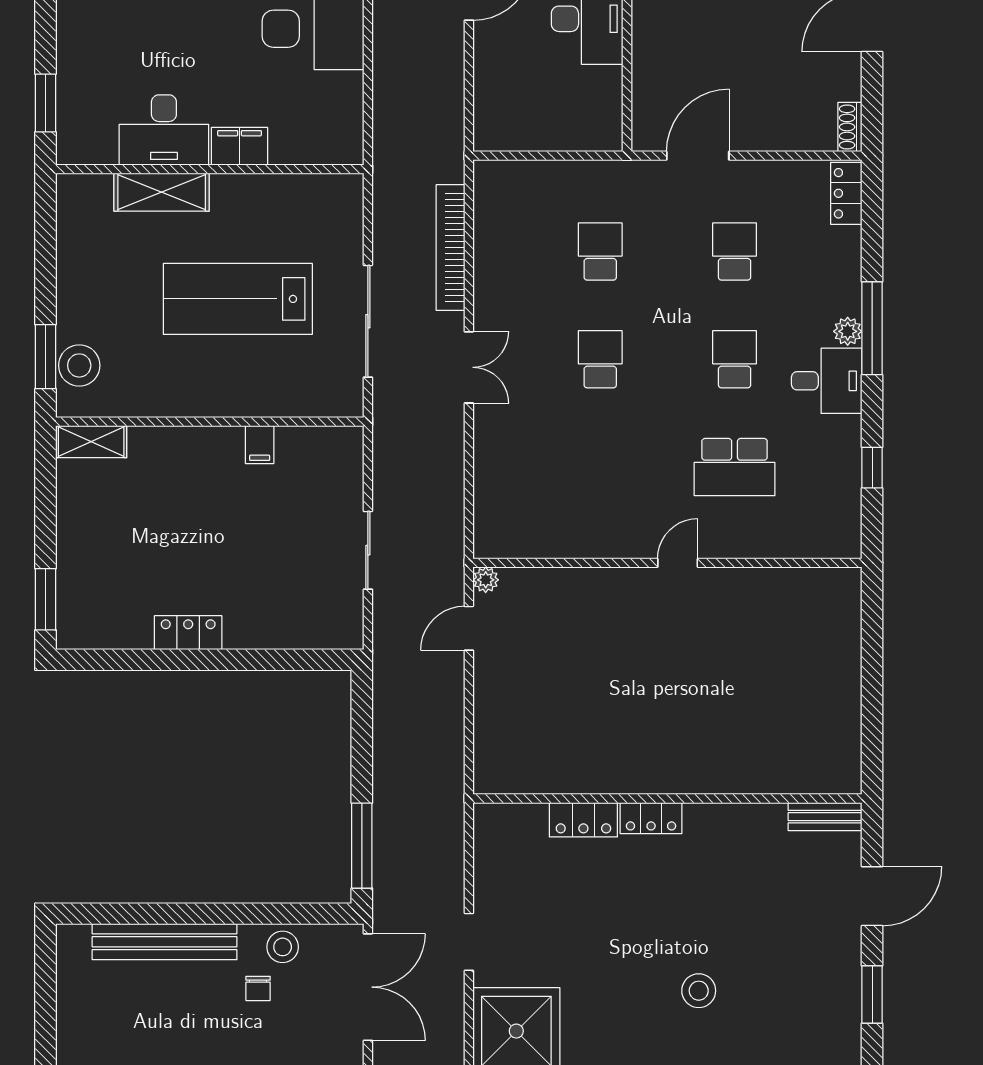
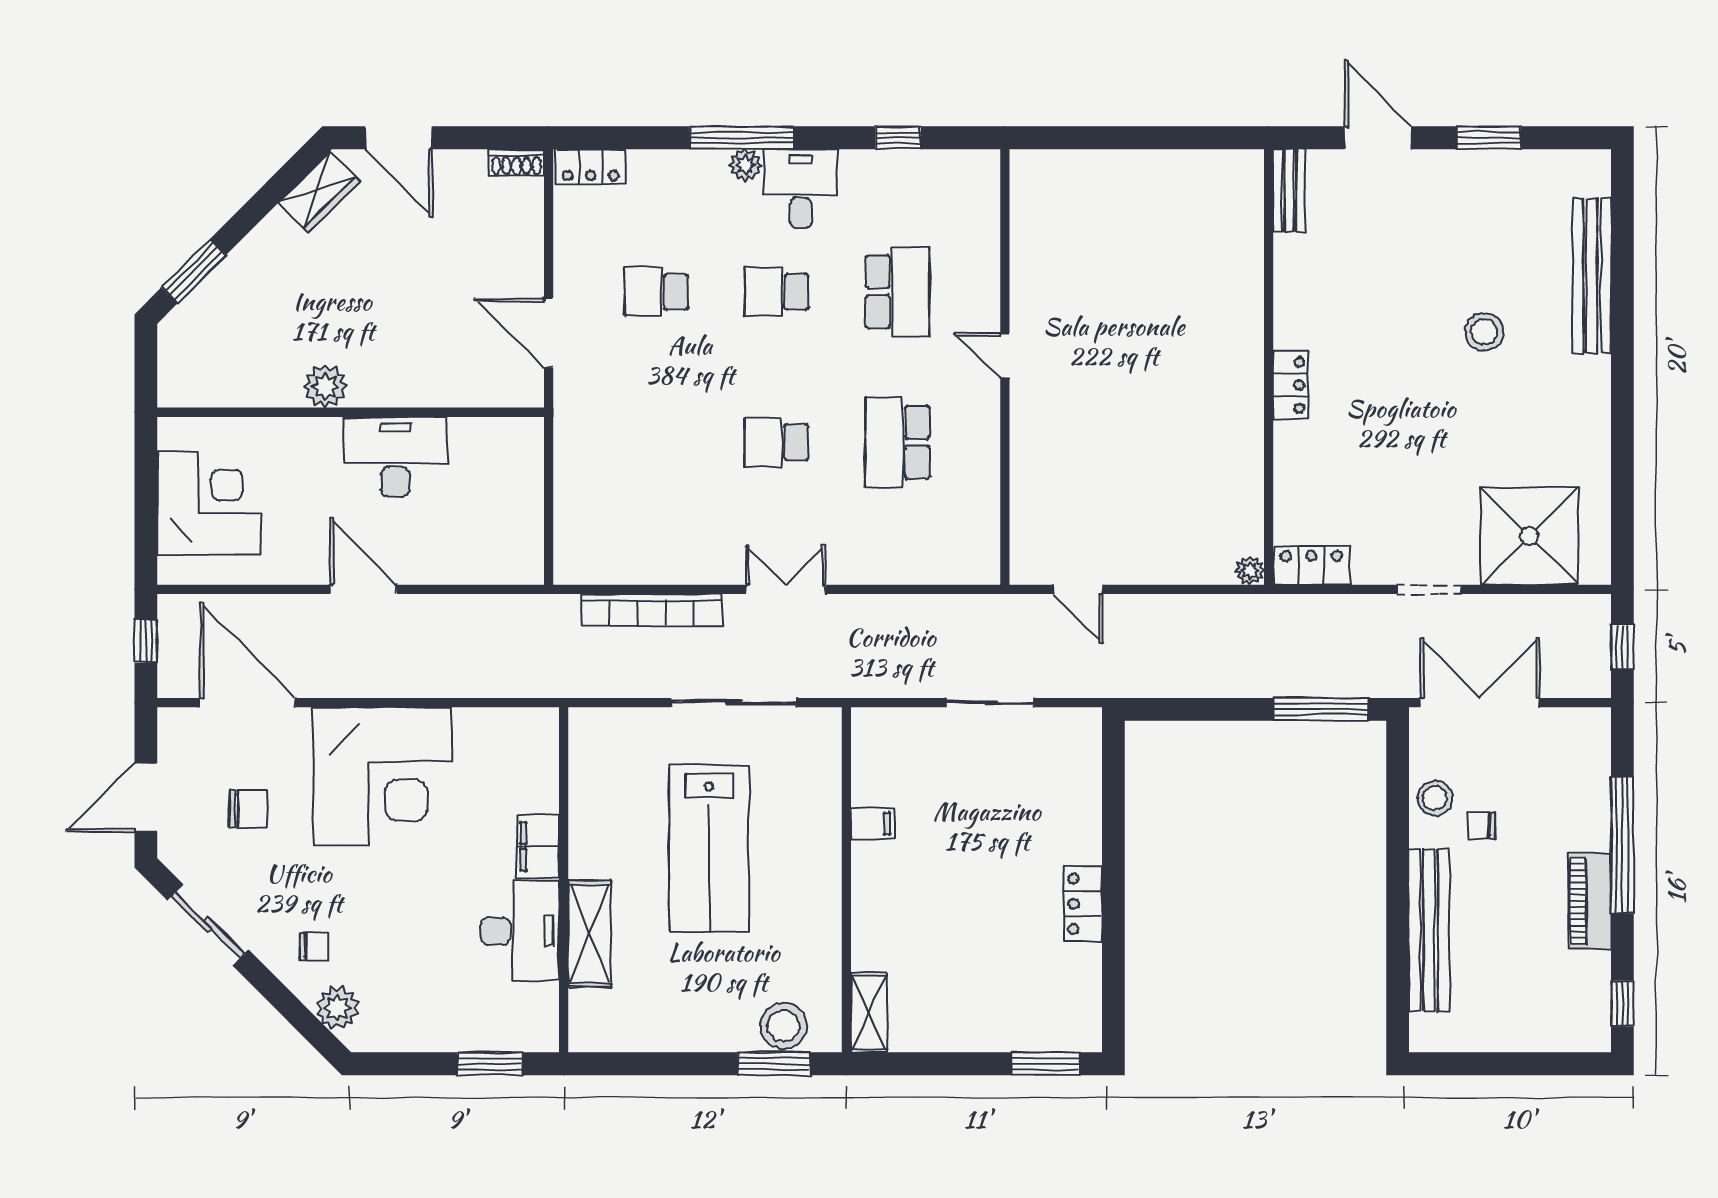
school desk: (600, 252) -> (897, 442), moved, width x1.85
plant: (486, 580) -> (1250, 571), moved
locker: (583, 820) -> (1311, 566), moved, turned -90
chair: (258, 988) -> (1481, 826), turned 180

